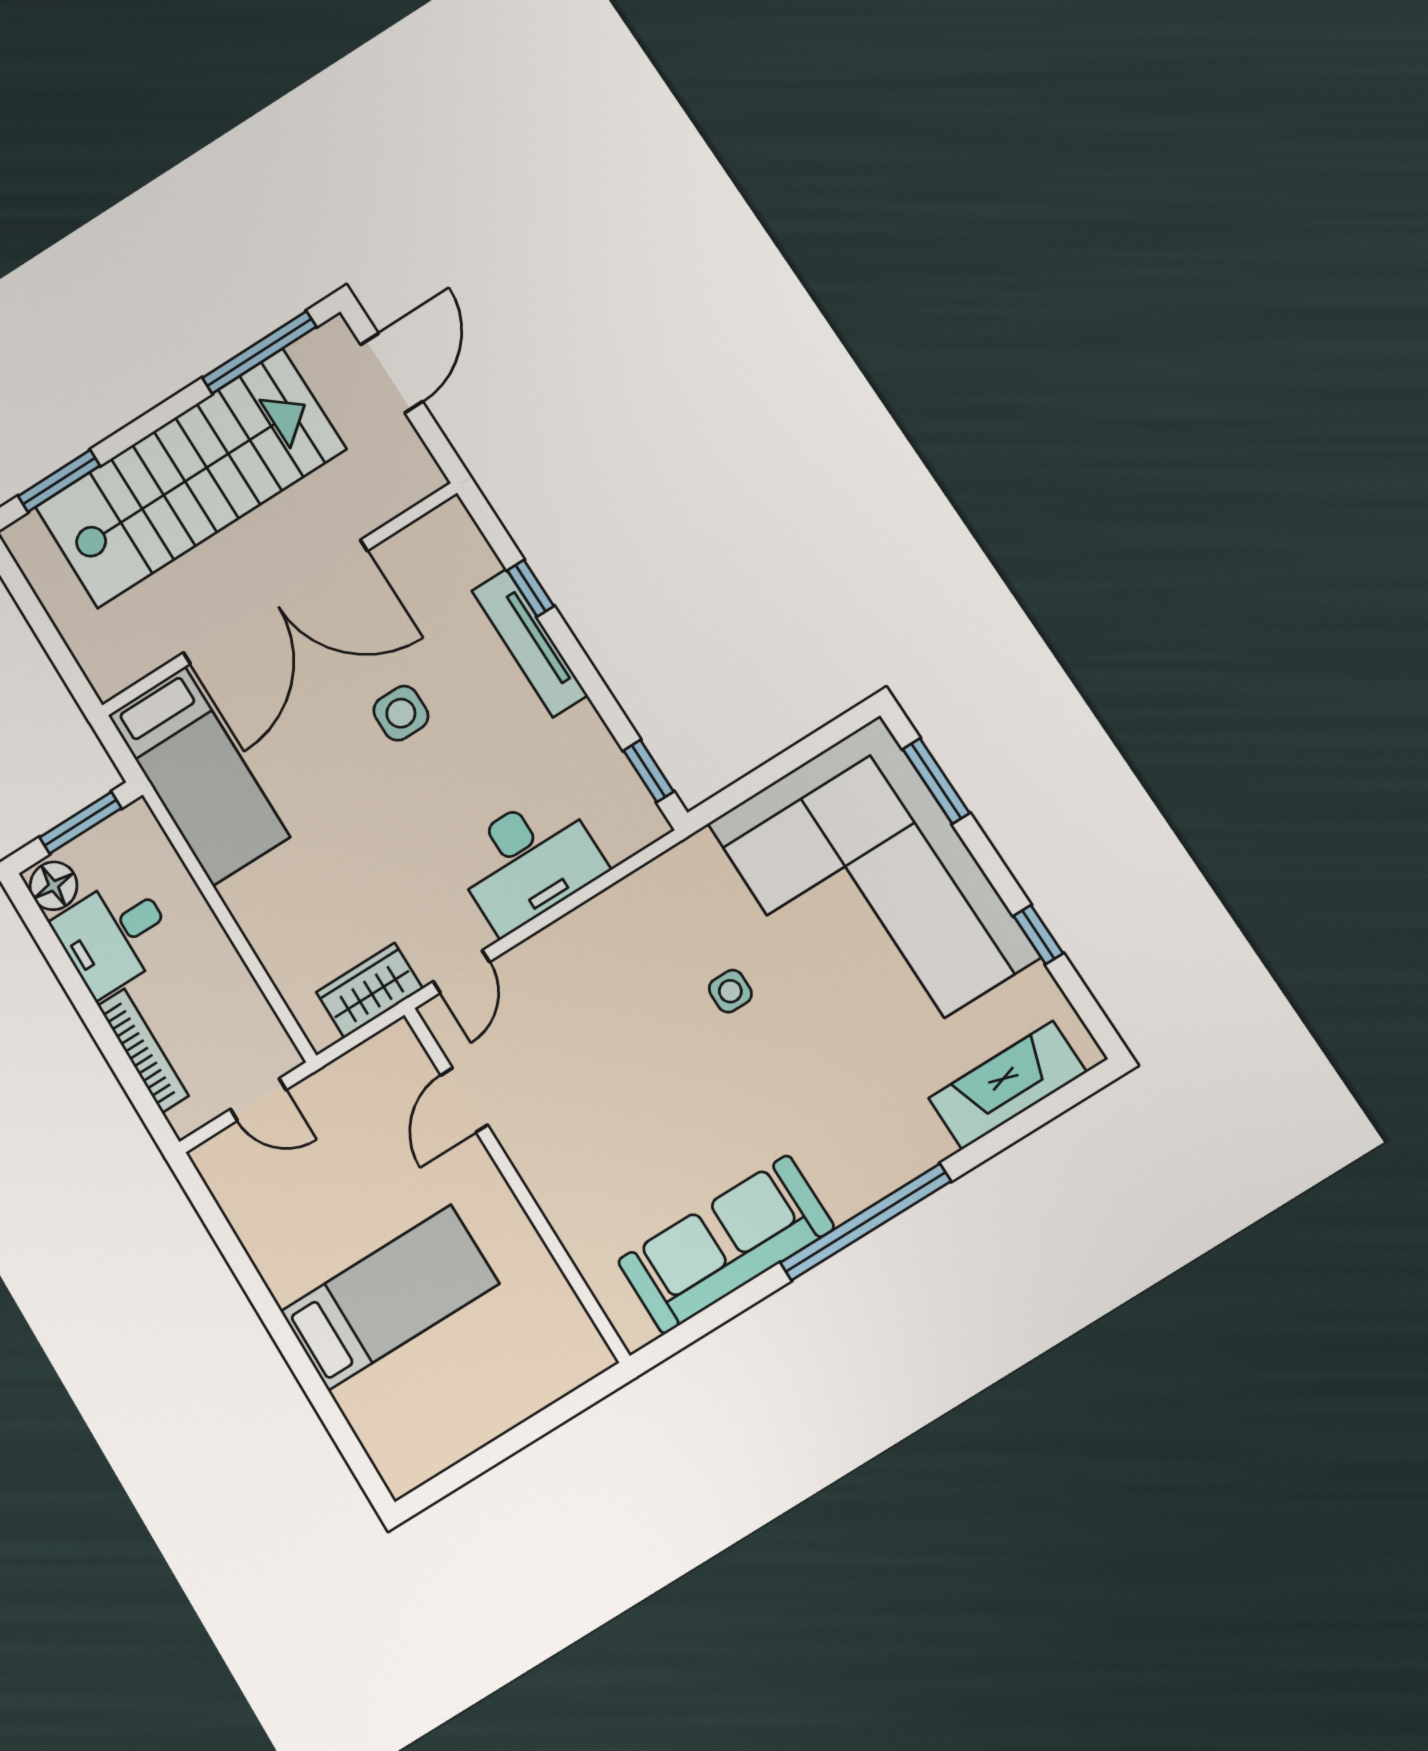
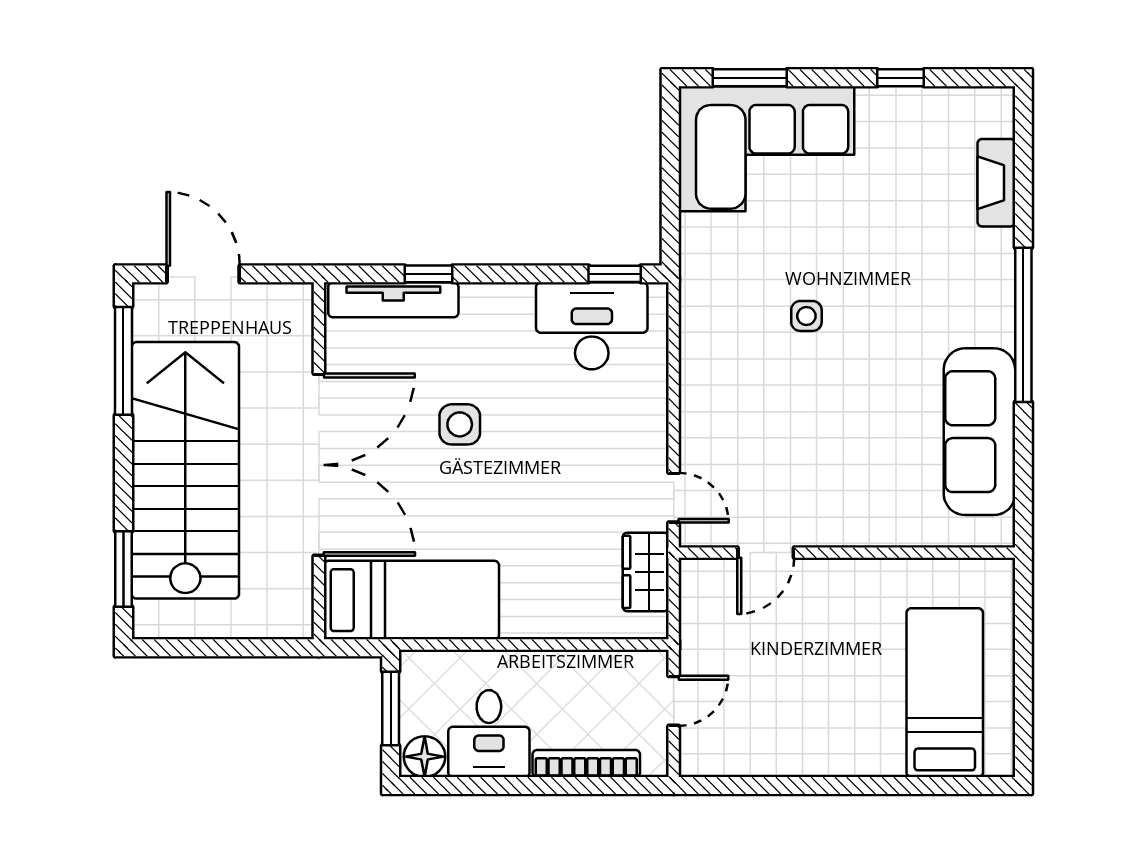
tv unit: (530, 643) -> (393, 300), moved
desk: (528, 861) -> (592, 326), moved, turned -90
corner sofa: (873, 890) -> (766, 149), width x0.73, depth x0.74
fireplace: (1008, 1085) -> (996, 183), width x0.73, depth x0.76
door: (464, 1100) -> (766, 553), hinge flipped
bed: (390, 1298) -> (945, 693), moved

